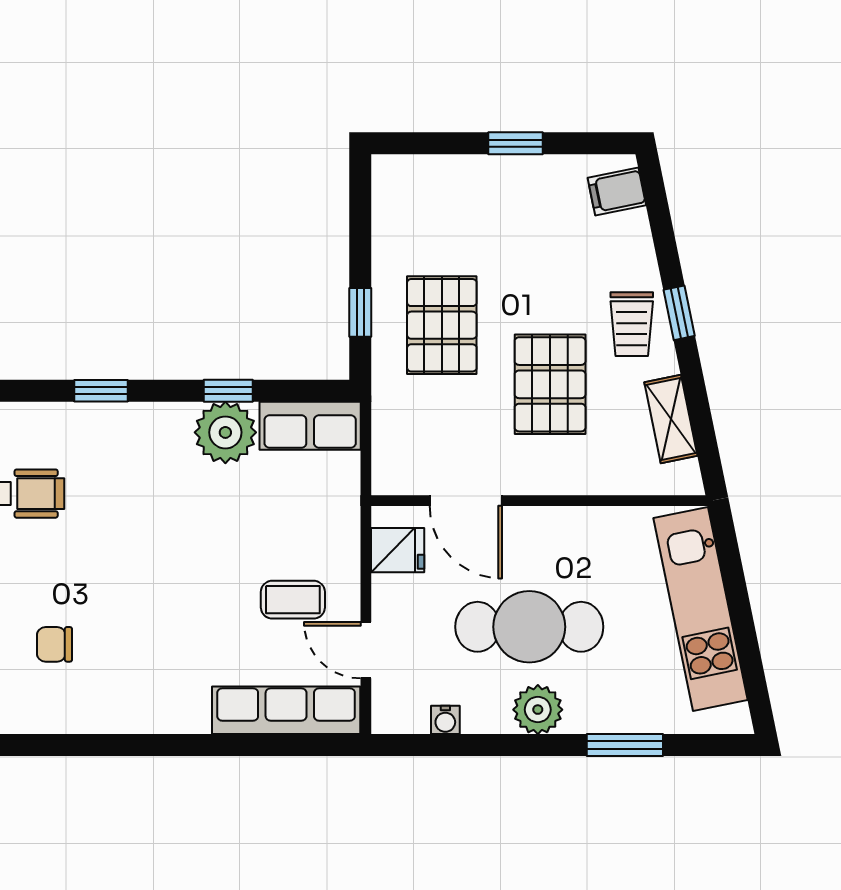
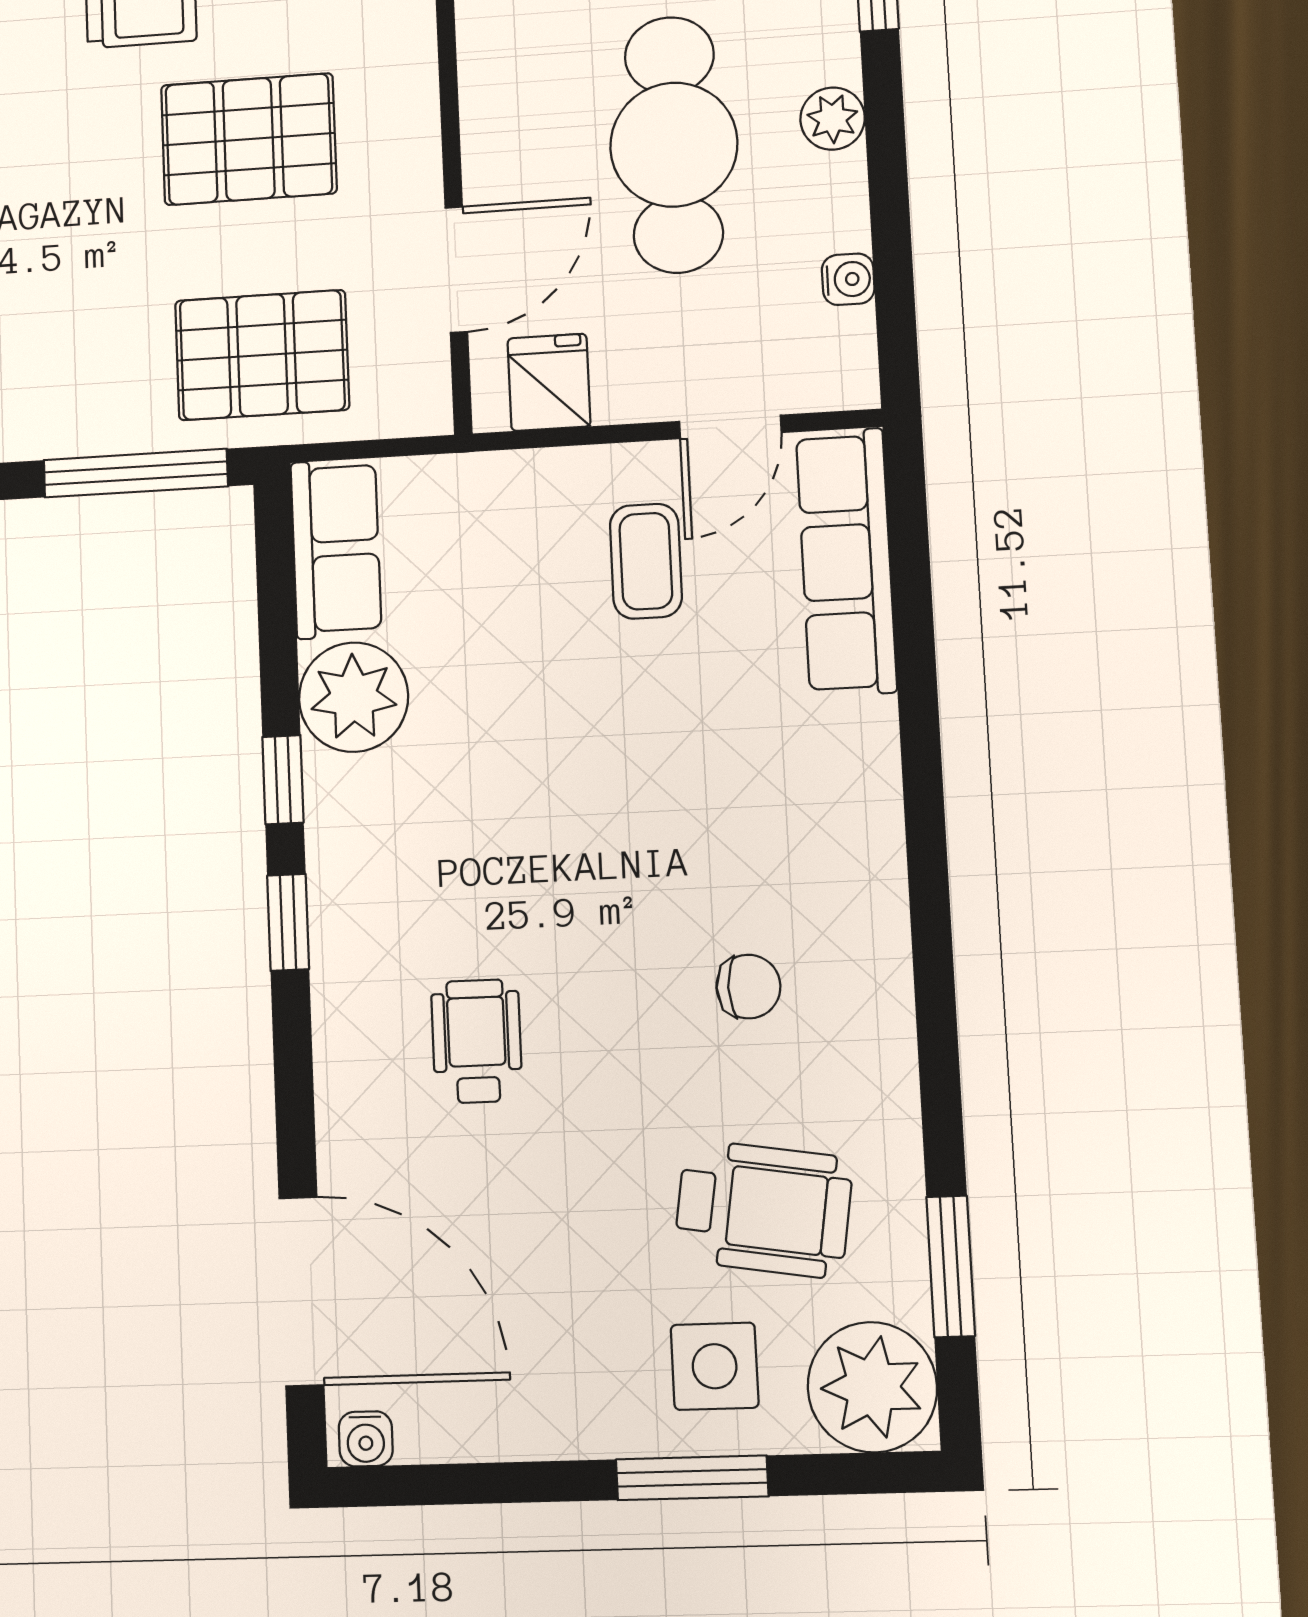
window: (360, 312) -> (136, 473), width x2.17
pallet: (442, 325) -> (262, 355), moved
window: (228, 391) -> (283, 780), moved
chair: (54, 644) -> (748, 987), turned -90
plant: (538, 710) -> (833, 119), width x0.73, depth x0.73

